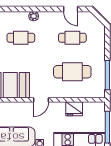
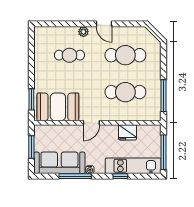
door: (71, 9) -> (104, 24), moved
cafe table: (72, 38) -> (125, 55), width x1.37, depth x1.35

